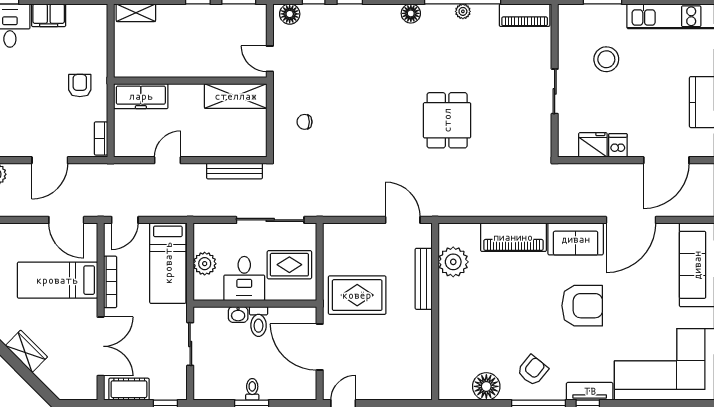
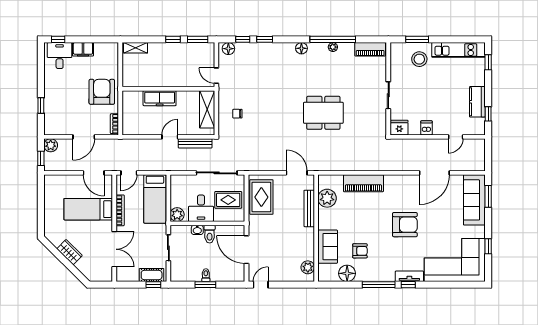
stool: (606, 59) -> (419, 59), moved
armchair: (80, 86) -> (102, 92), width x1.88, depth x1.88
freezer: (141, 96) -> (160, 98), moved
shelving: (236, 96) -> (207, 109), moved, turned 90
dining table: (447, 120) -> (323, 113), width x1.38
fridge: (593, 145) -> (399, 128), moved
door: (168, 160) -> (170, 137), moved
door: (666, 160) -> (456, 137), width x0.53
sofa: (576, 239) -> (328, 247), moved, turned -90
plant: (205, 264) -> (177, 215), moved
rug: (357, 295) -> (261, 197), moved, turned 90
armchair: (533, 370) -> (360, 251), moved, turned 51
plant: (421, 376) -> (308, 267), added
cot: (129, 389) -> (152, 275), moved

